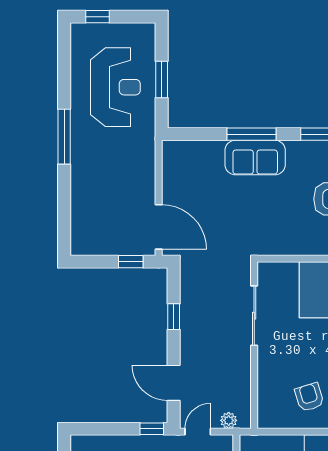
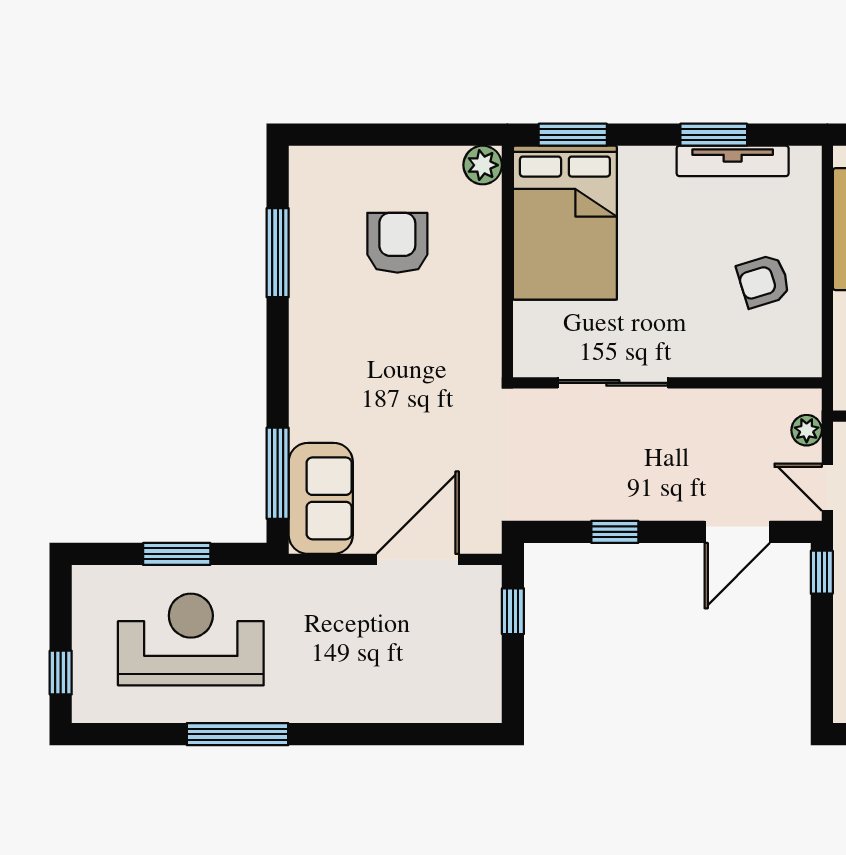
window: (251, 134) -> (278, 473), moved
window: (64, 137) -> (237, 734), moved
sofa: (255, 158) -> (321, 498), moved
door: (159, 227) -> (418, 559), moved

